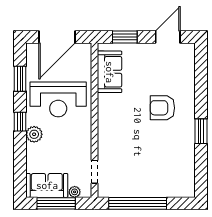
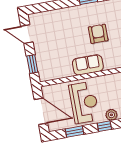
sofa: (110, 72) -> (88, 65), moved
armchair: (162, 108) -> (98, 34), moved, turned 180

